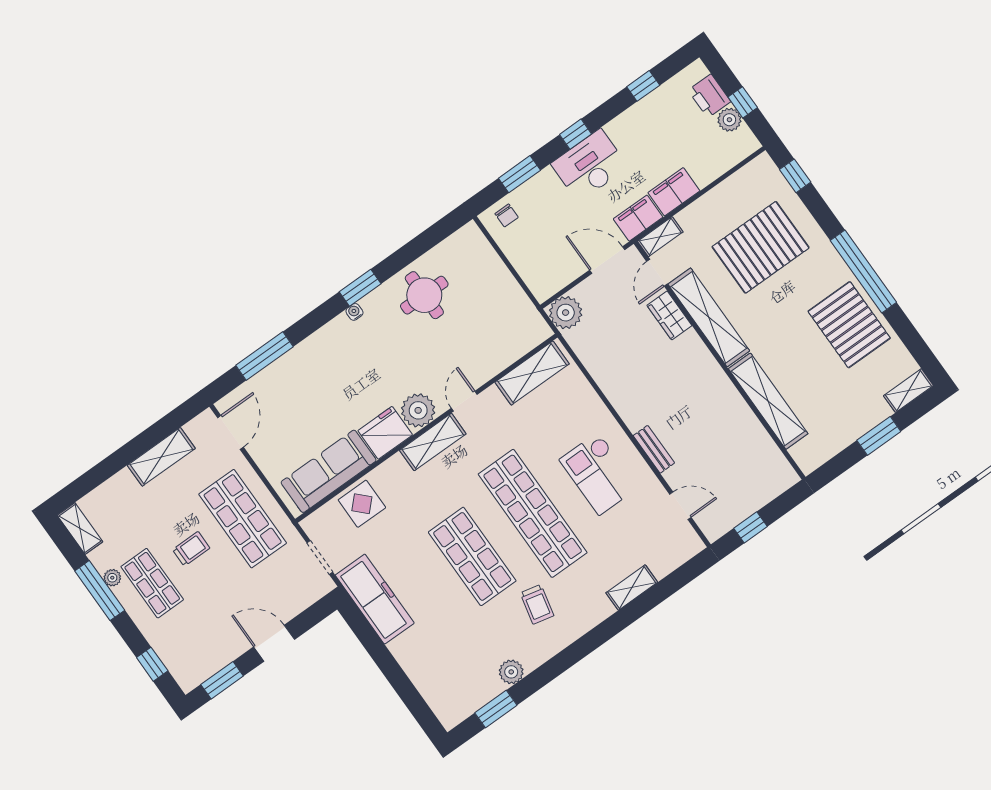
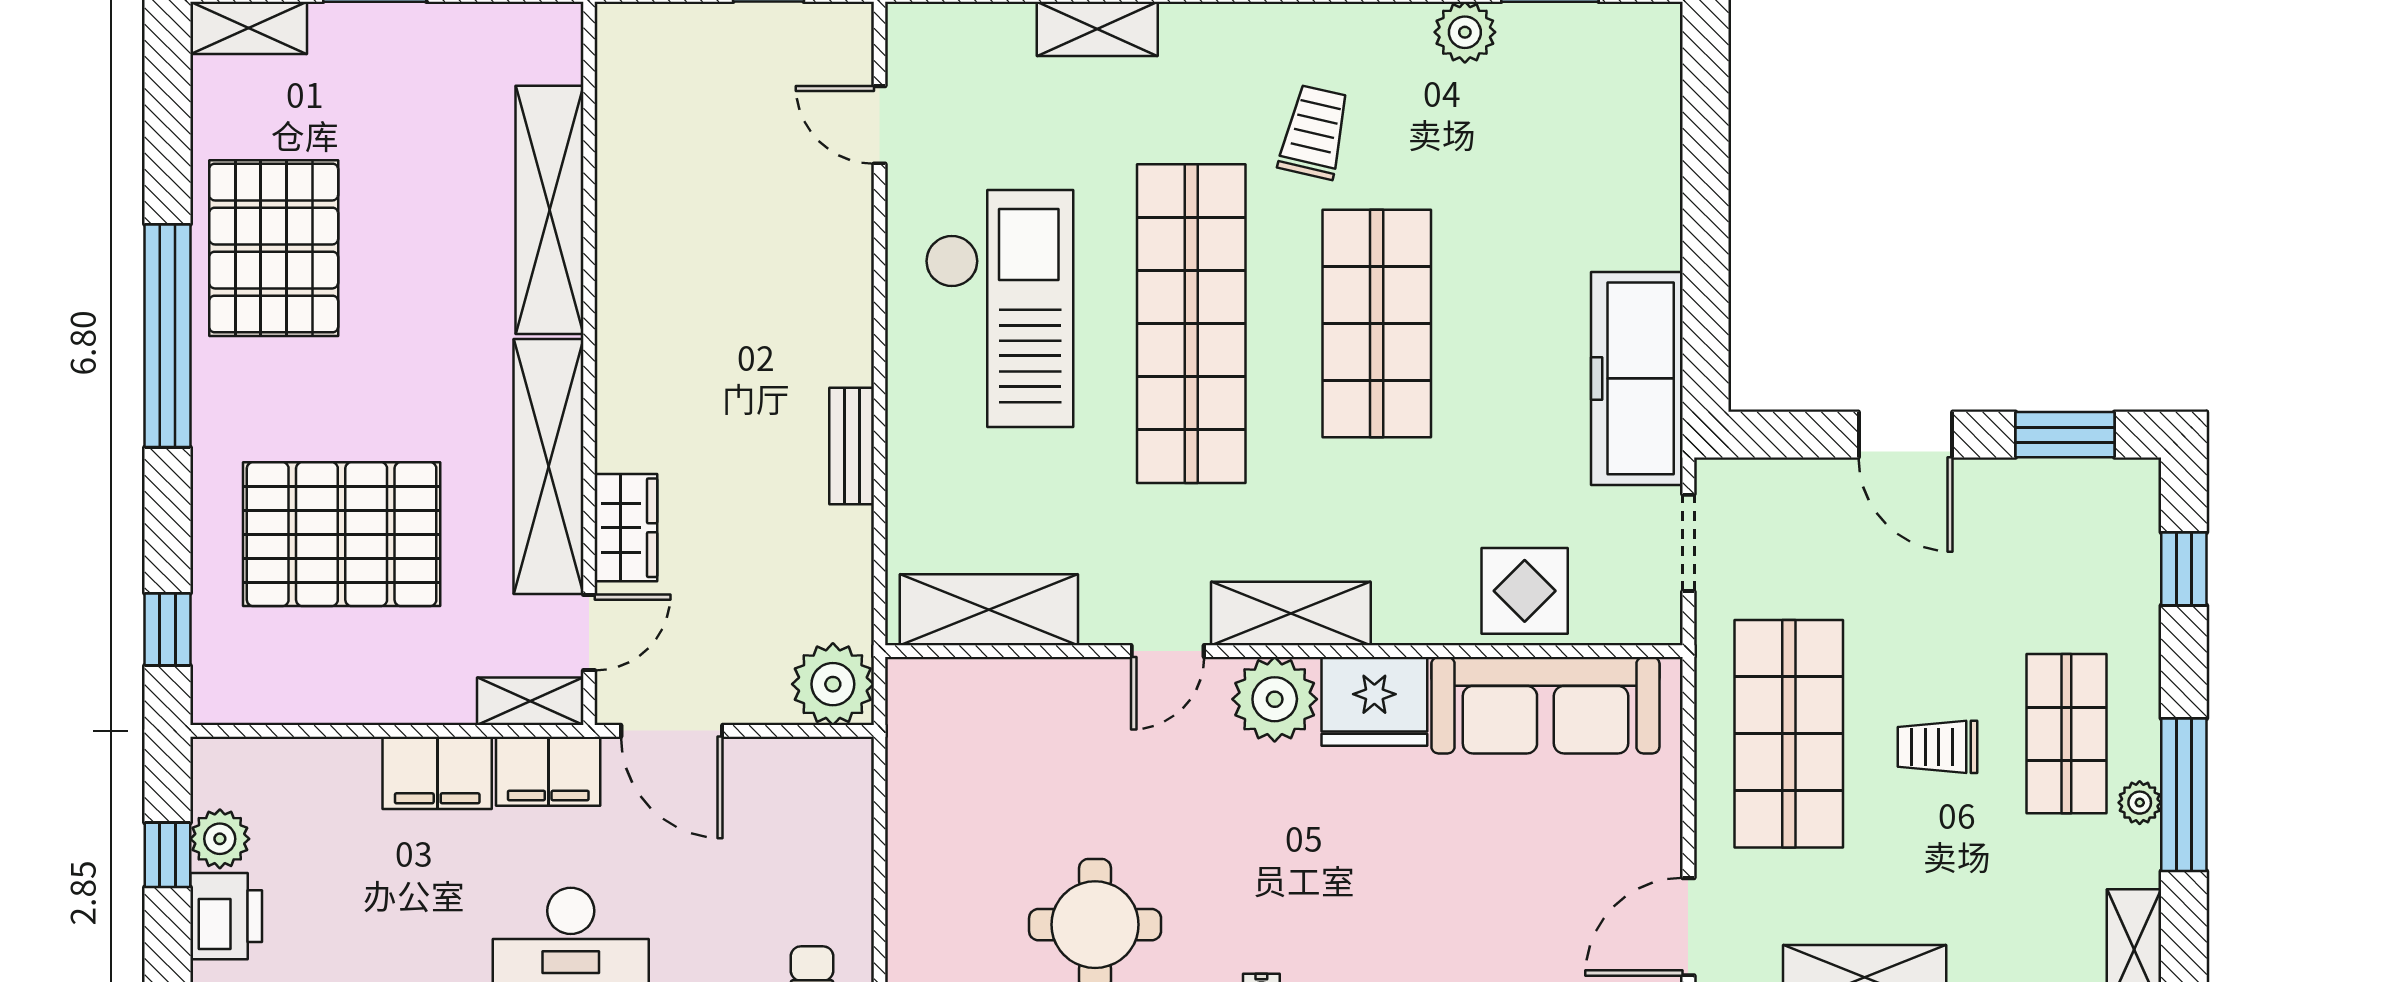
bench: (654, 449) -> (852, 446), moved
checkout: (599, 474) -> (999, 309), width x1.36, depth x1.21

